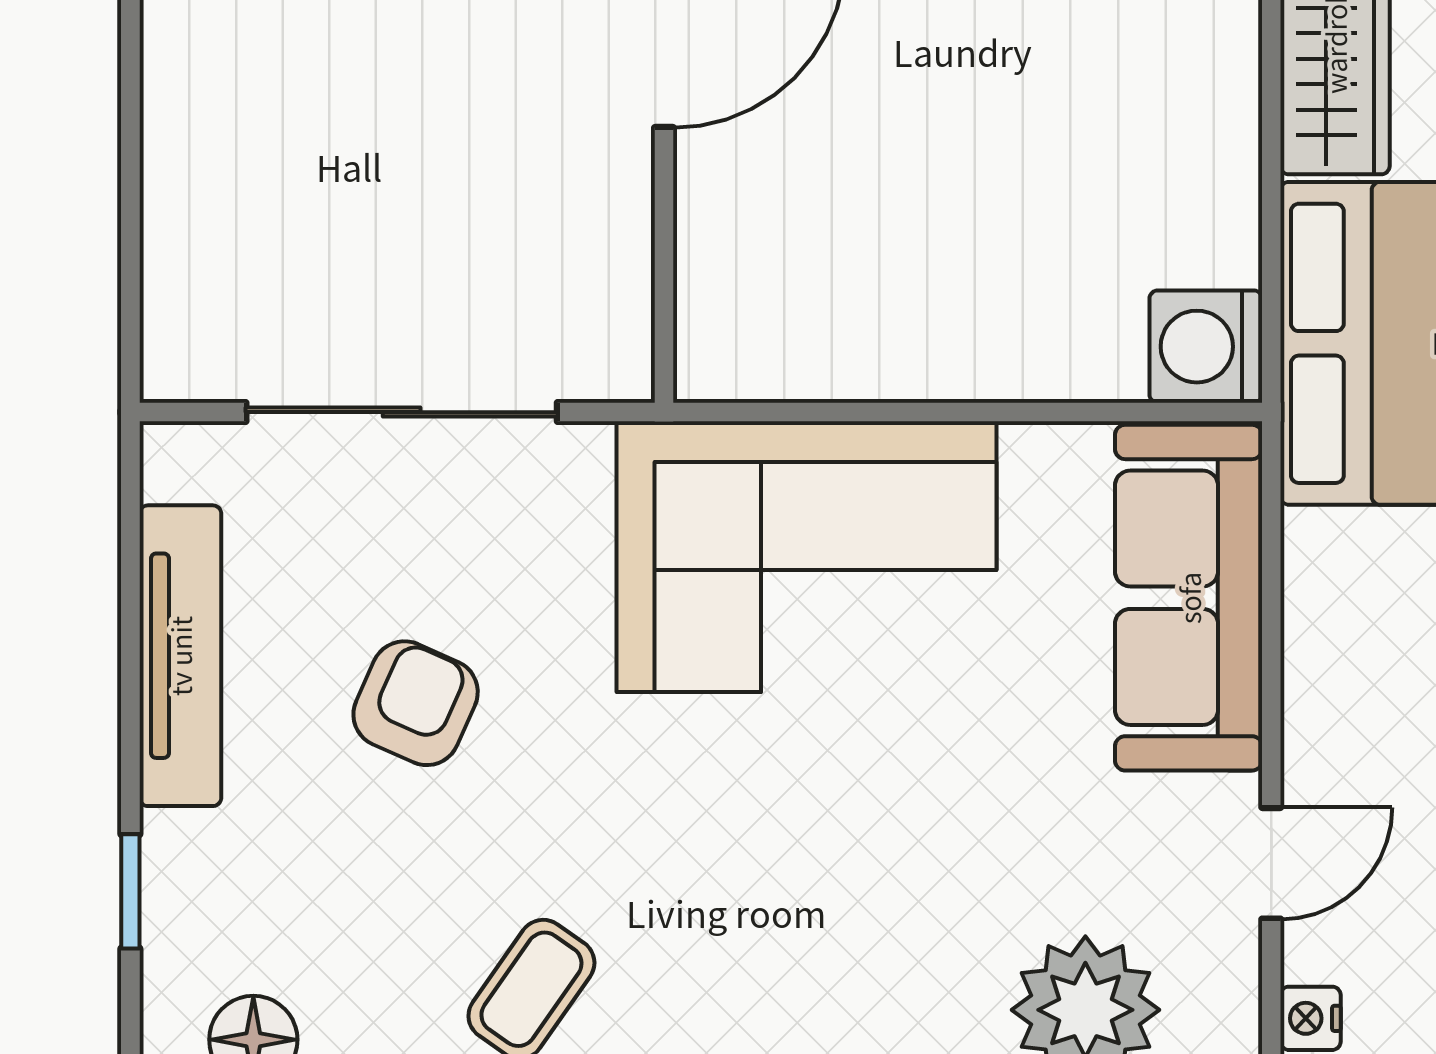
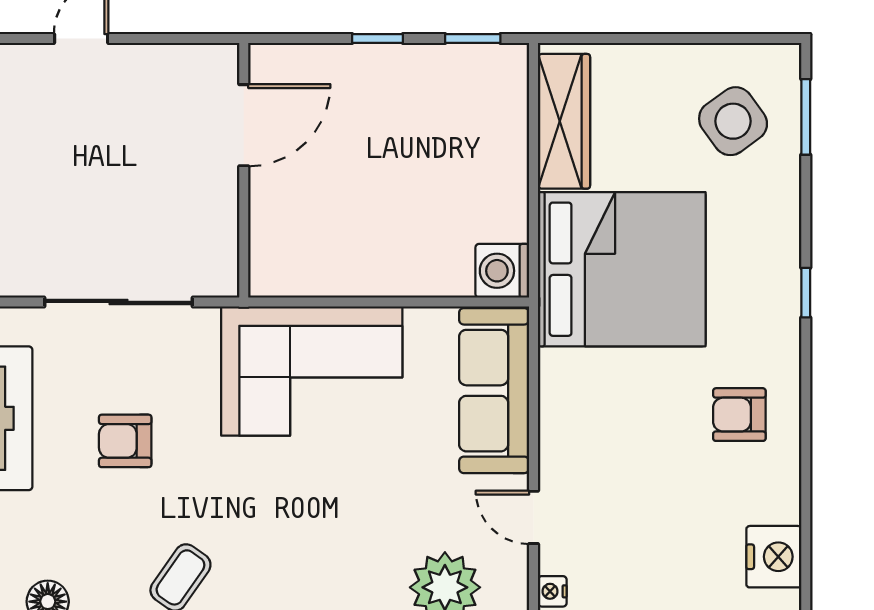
armchair: (416, 703) -> (125, 441), turned -114
door: (1271, 863) -> (534, 517), swing flipped

